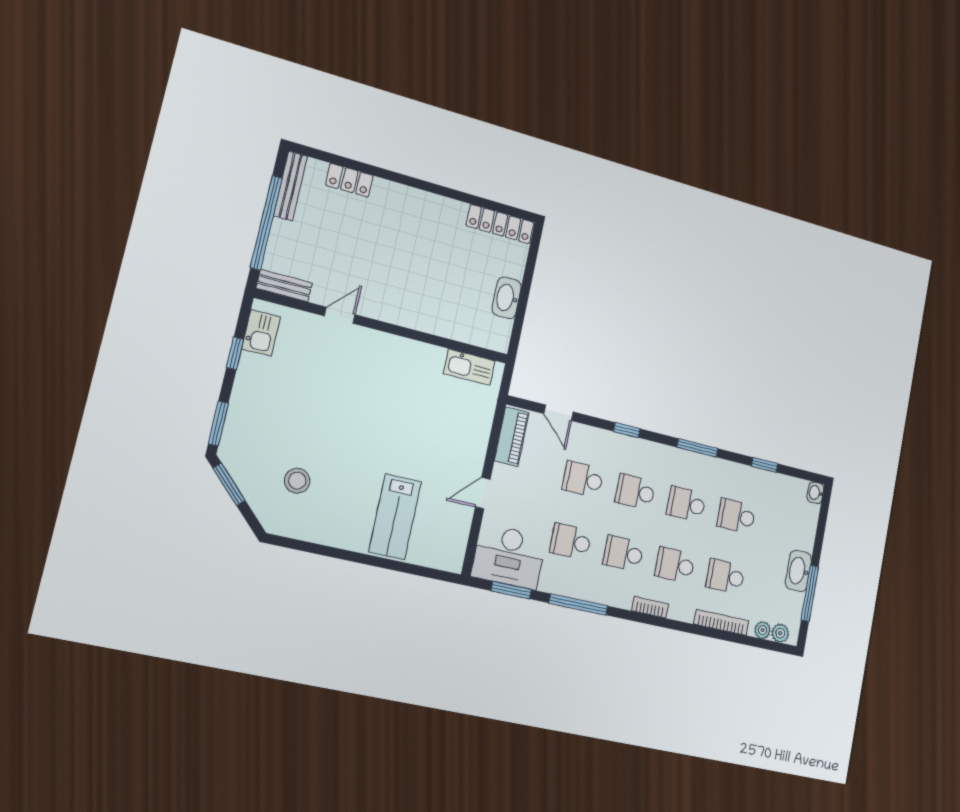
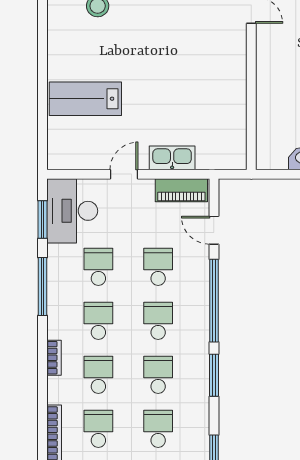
kitchen sink: (469, 367) -> (172, 158), moved, turned 90
door: (558, 413) -> (214, 230), hinge flipped
window: (627, 430) -> (214, 301), width x3.17
door: (483, 493) -> (124, 174), hinge flipped

